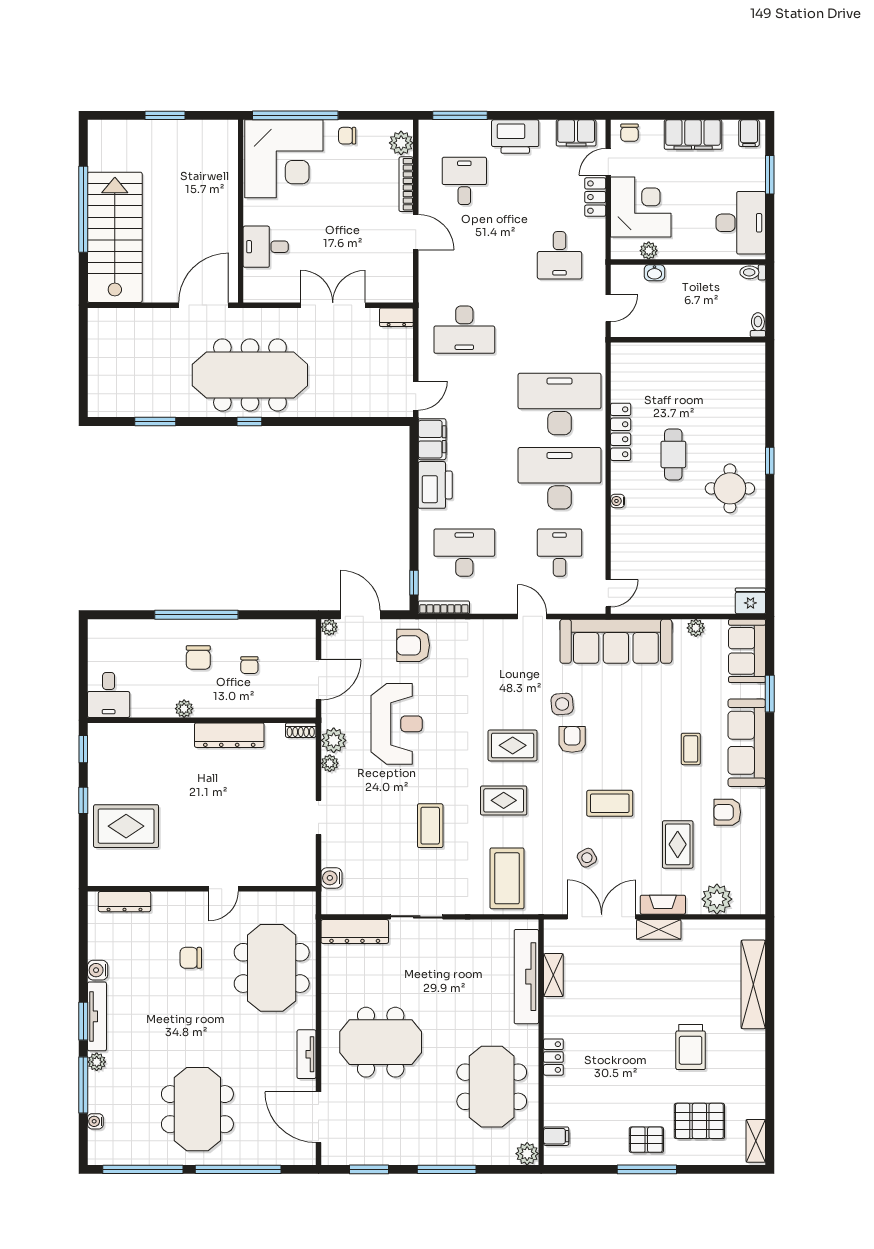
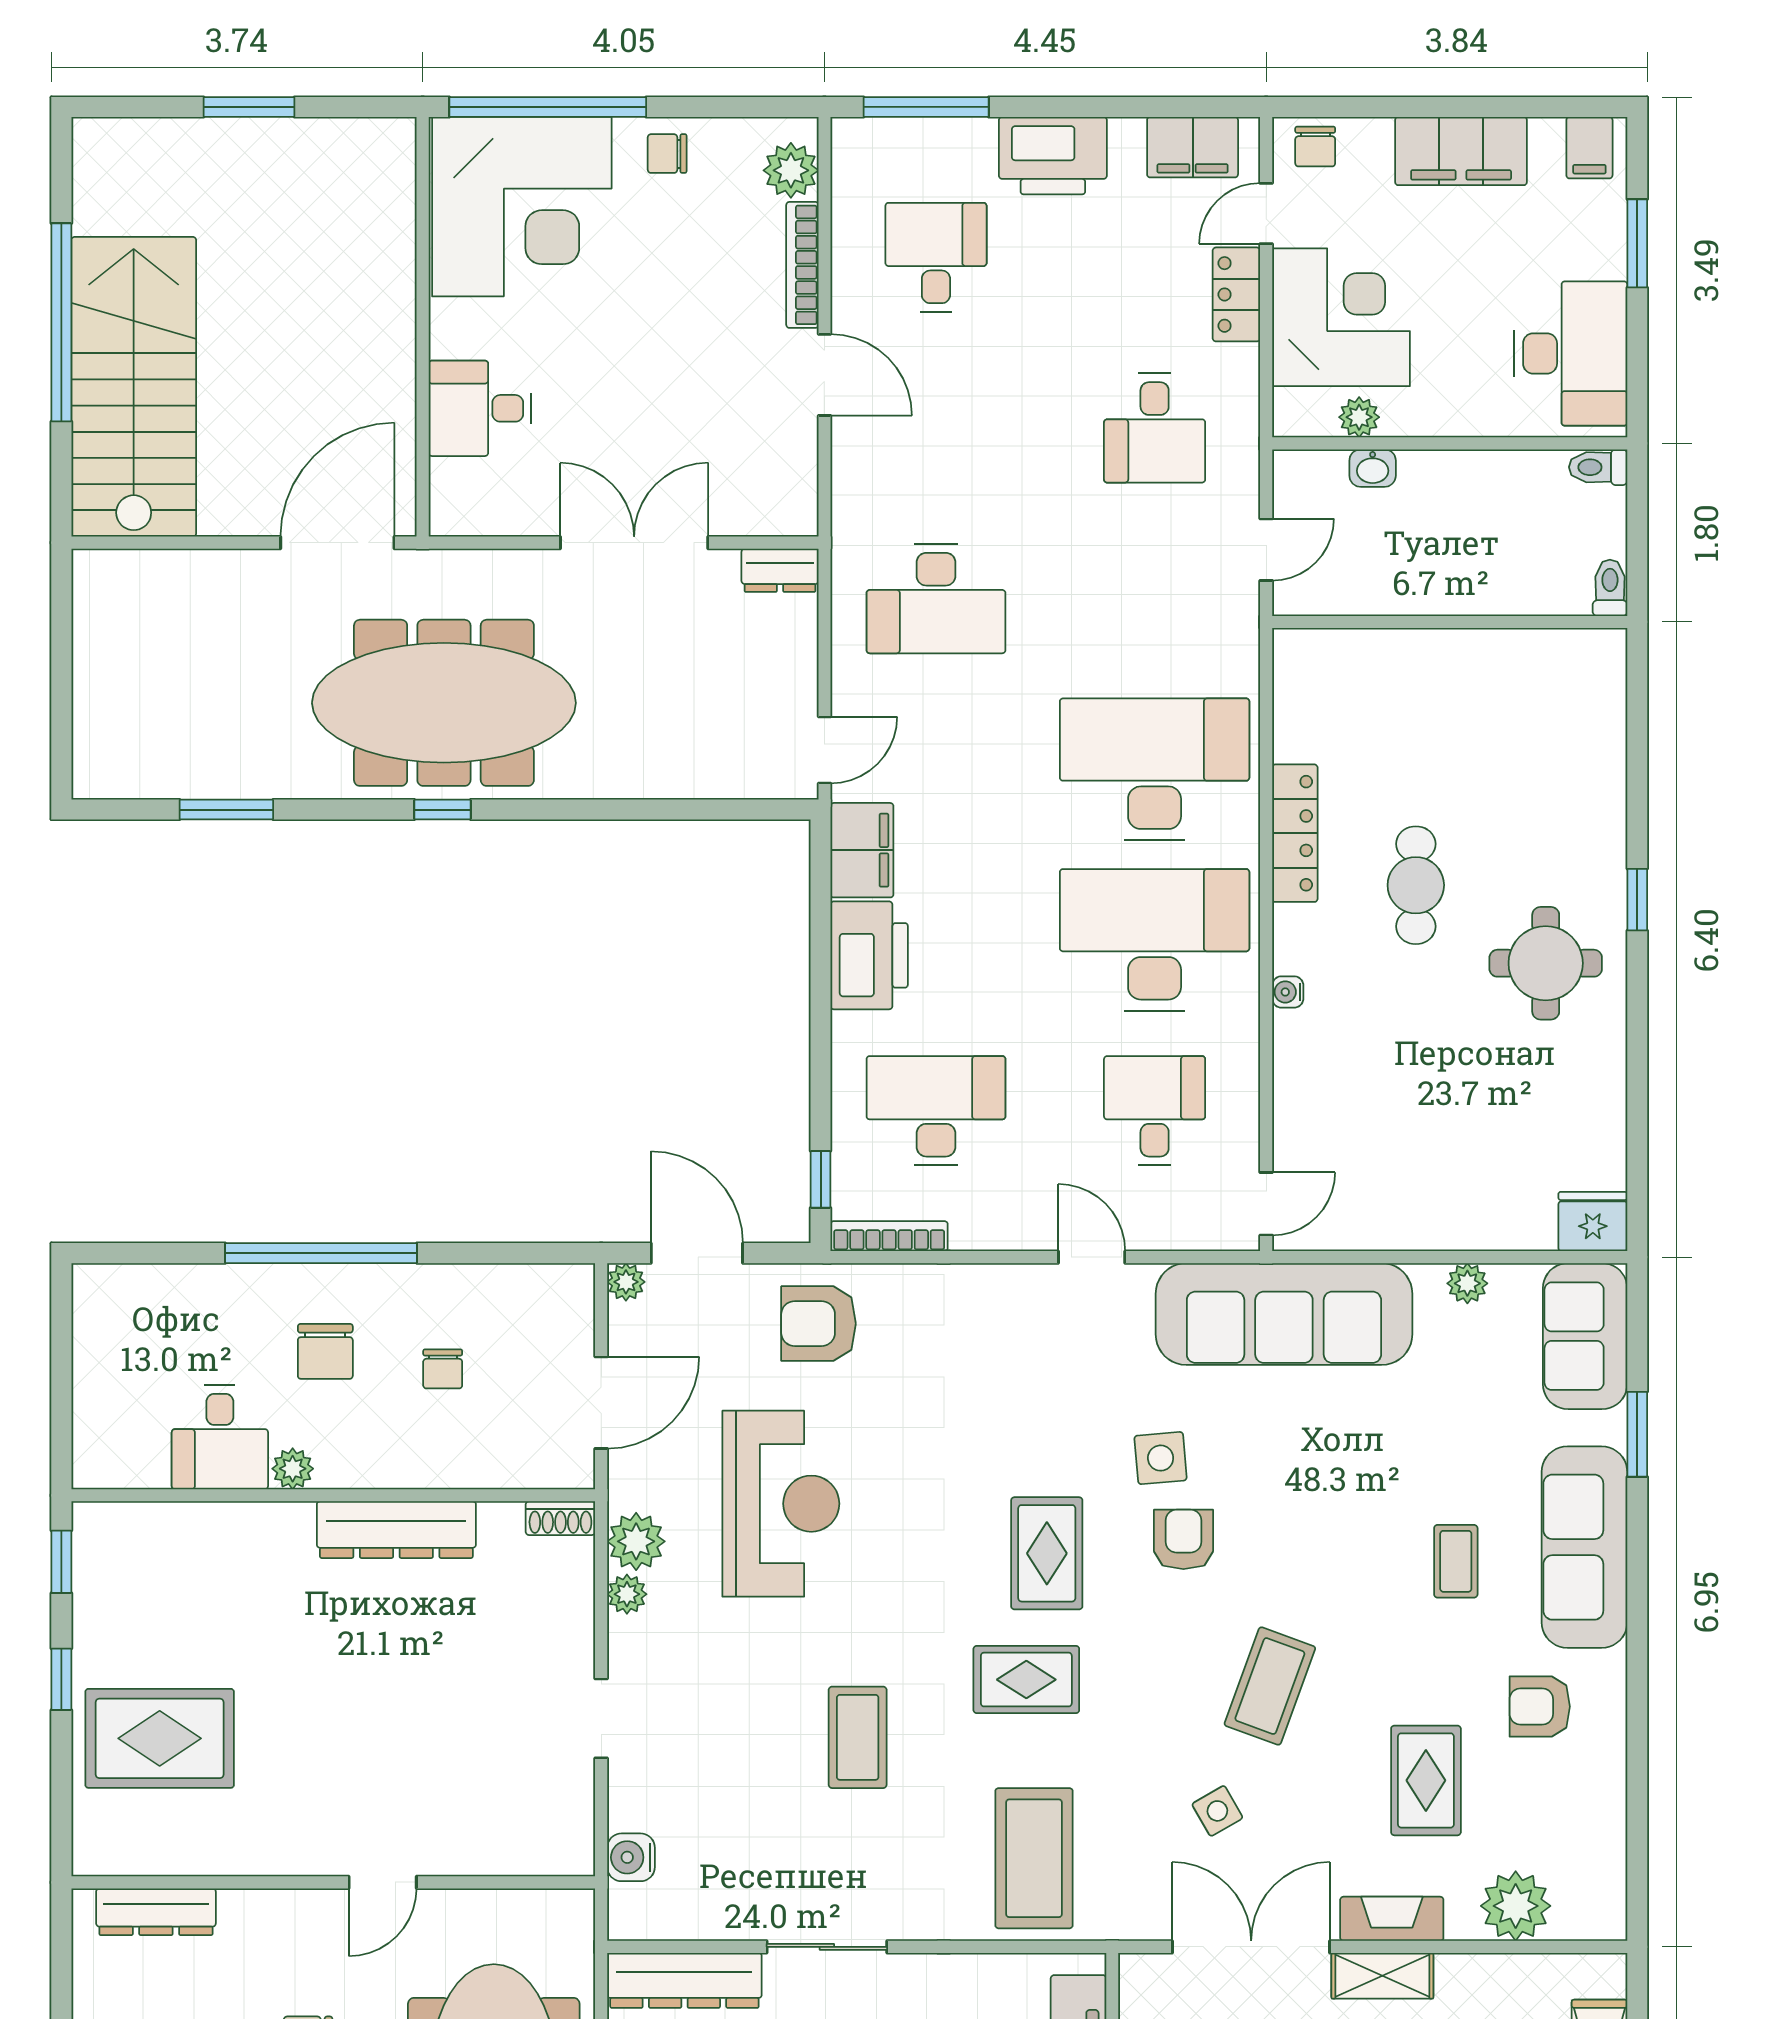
desk: (109, 695) -> (220, 1437), moved
rug: (513, 745) -> (1047, 1553), turned 90
coffee table: (610, 803) -> (1270, 1686), turned -70

